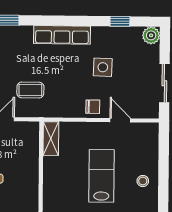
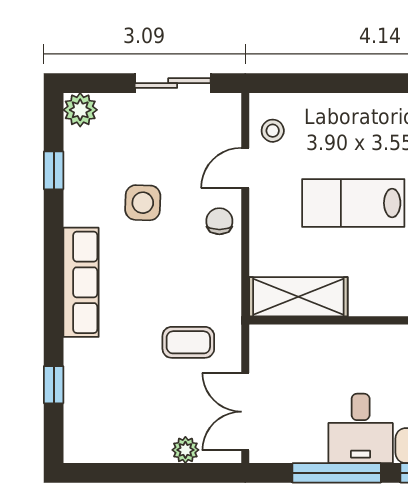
coffee table: (30, 90) -> (188, 342), turned 90
shelving: (51, 139) -> (298, 297), width x1.50, depth x1.33
stool: (143, 181) -> (273, 131), moved

